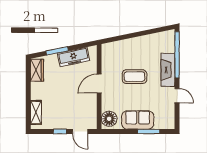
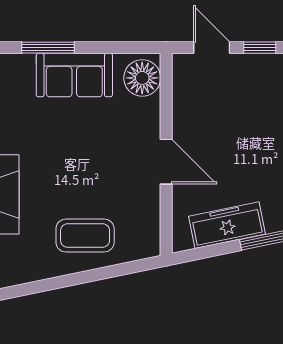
coffee table: (134, 77) -> (85, 236), moved
door: (99, 84) -> (166, 162), hinge flipped

